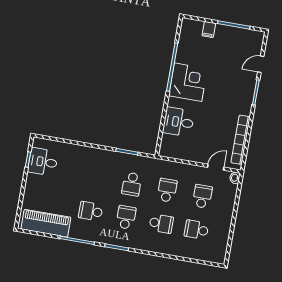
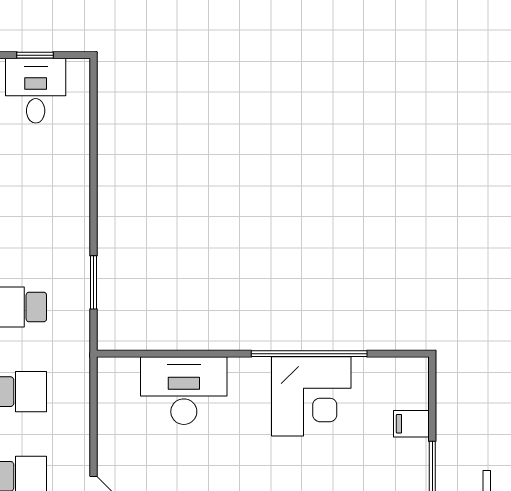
corner desk: (188, 82) -> (311, 396), moved
desk: (178, 122) -> (184, 391), width x1.37

